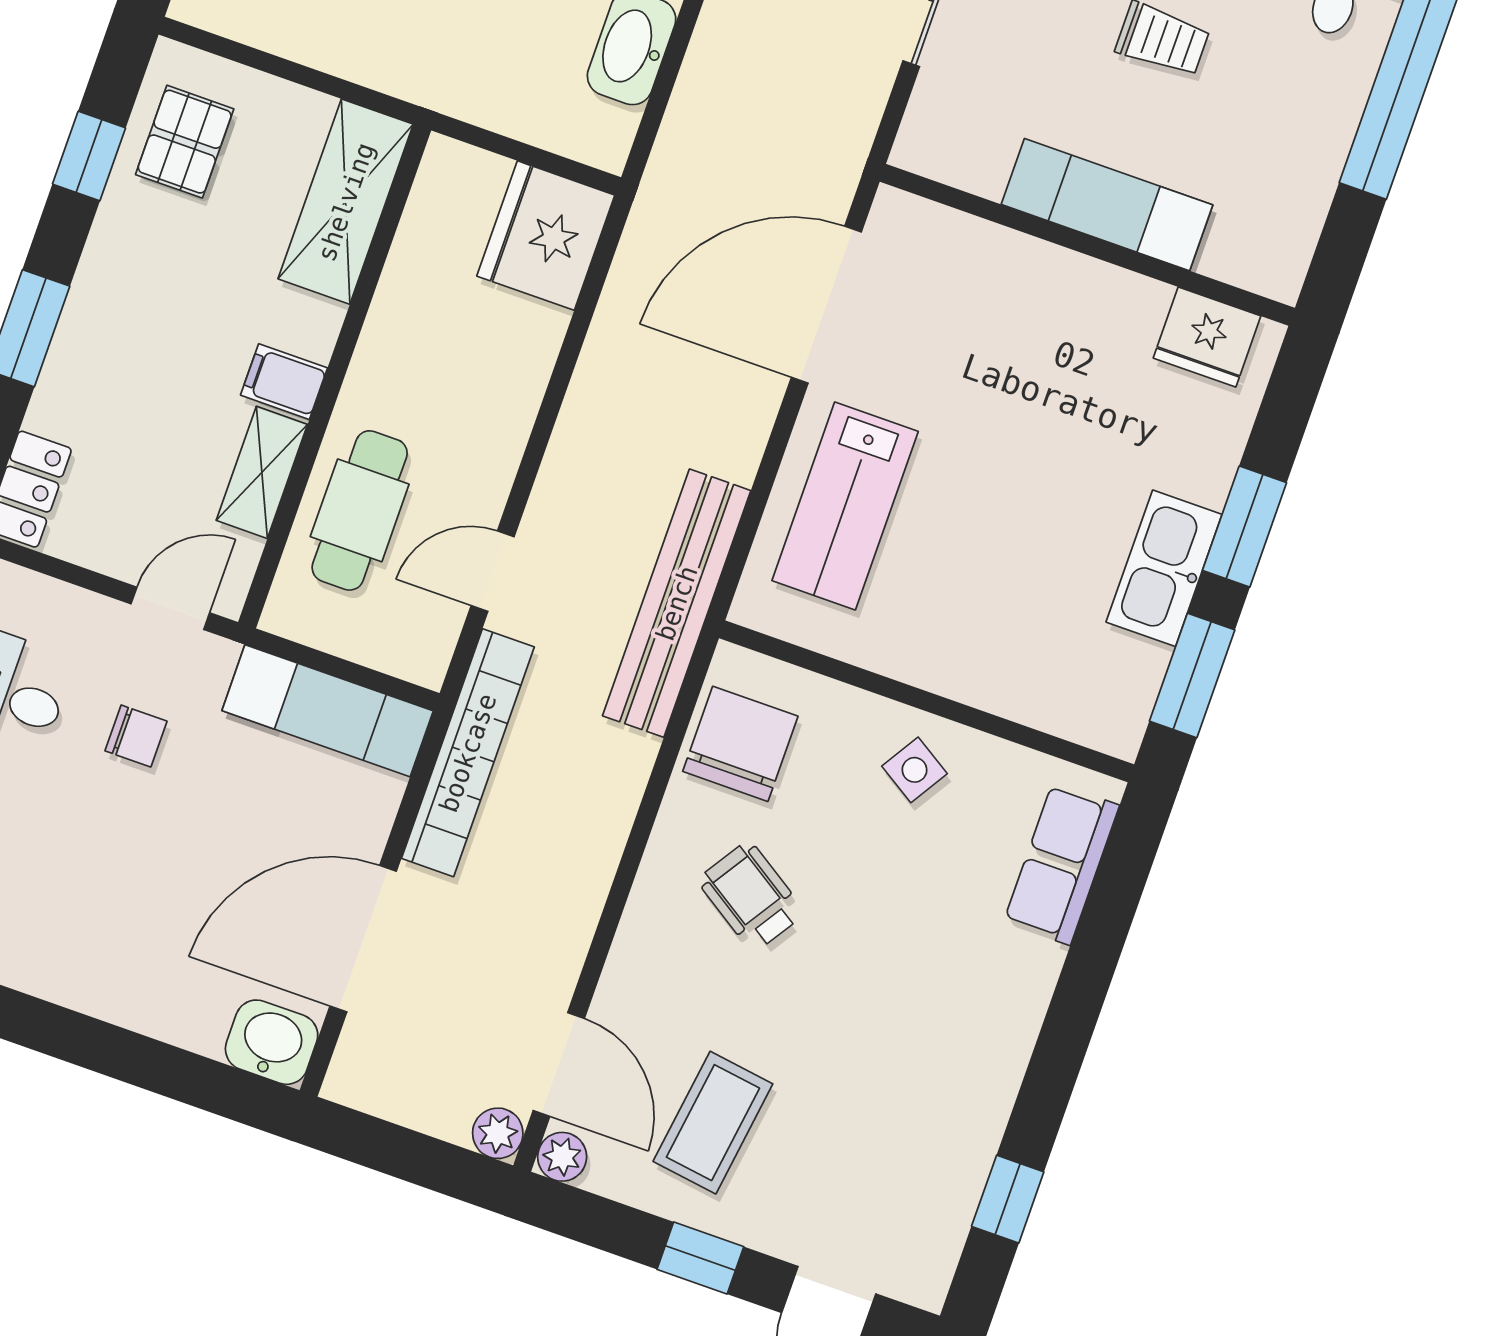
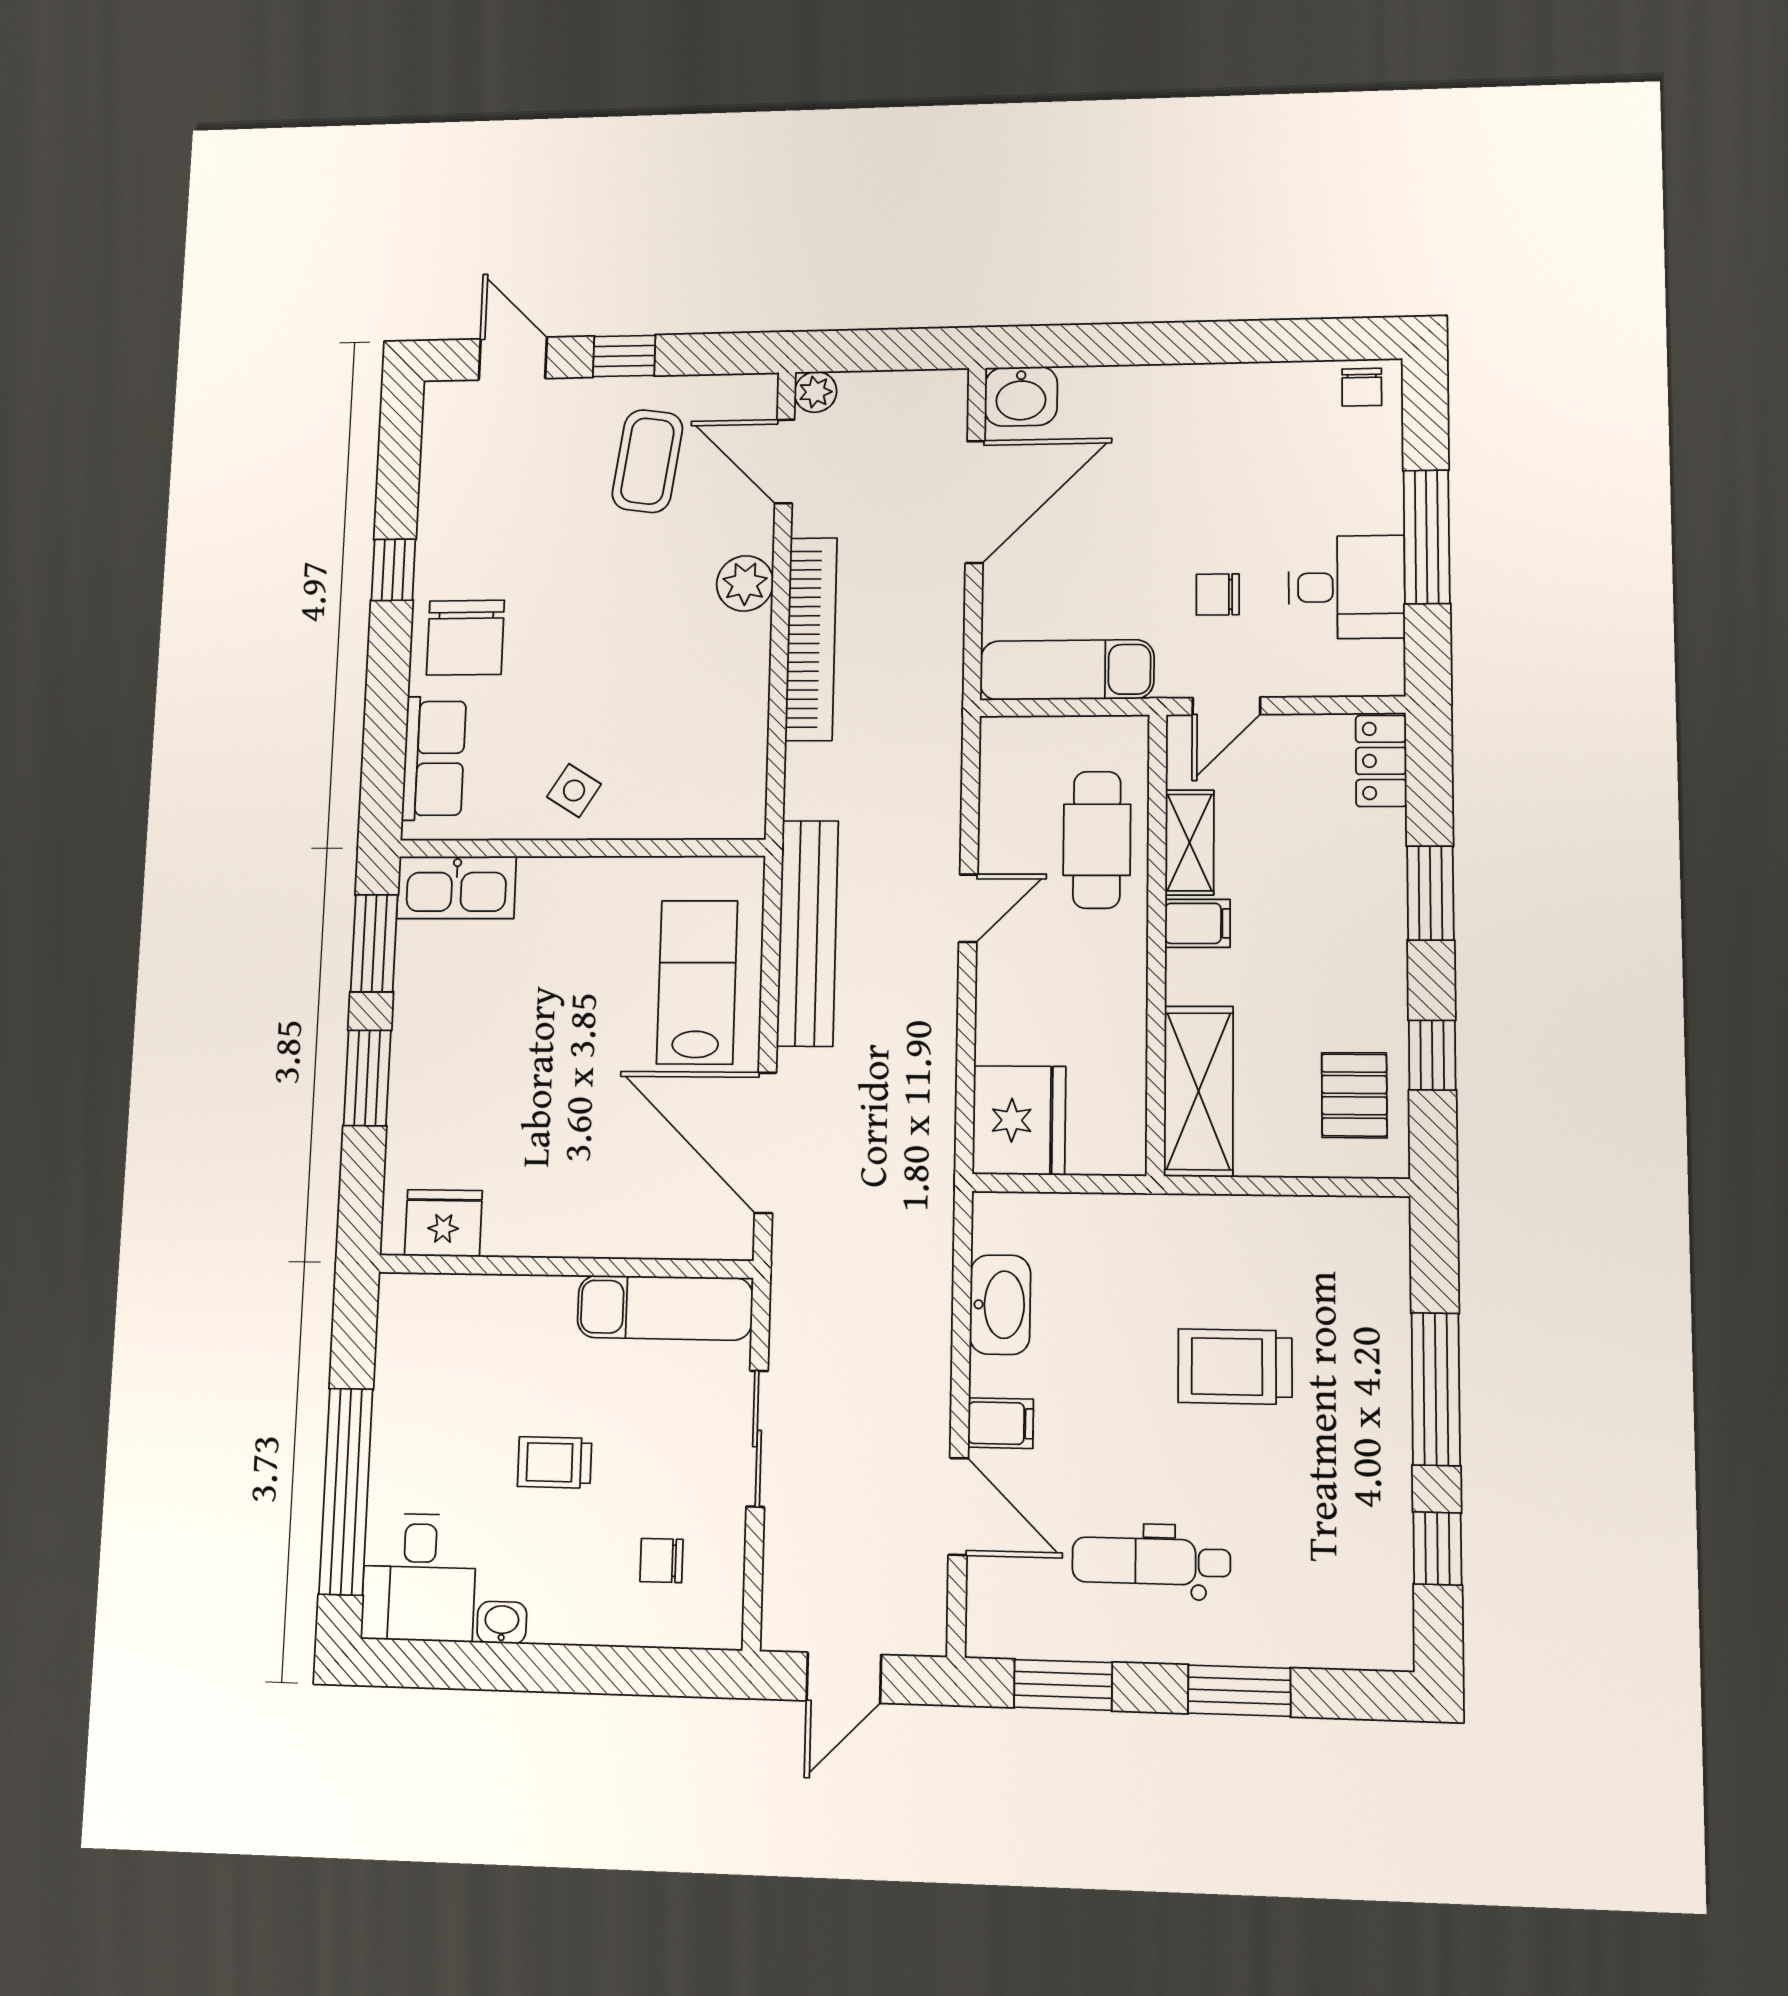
exam couch: (1107, 205) -> (665, 1308), moved
door: (826, 305) -> (765, 1143), swing flipped
kitchen sink: (1164, 568) -> (456, 887), moved, turned 90
door: (493, 571) -> (968, 908), moved
bench: (677, 603) -> (808, 933), moved
chair: (740, 744) -> (465, 638), moved
bookcase: (468, 753) -> (811, 639), moved, turned 180
wheelchair: (751, 896) -> (673, 645), removed
plant: (562, 1157) -> (745, 583), moved, width x1.38, depth x1.38
window: (1008, 1199) -> (393, 570), moved

